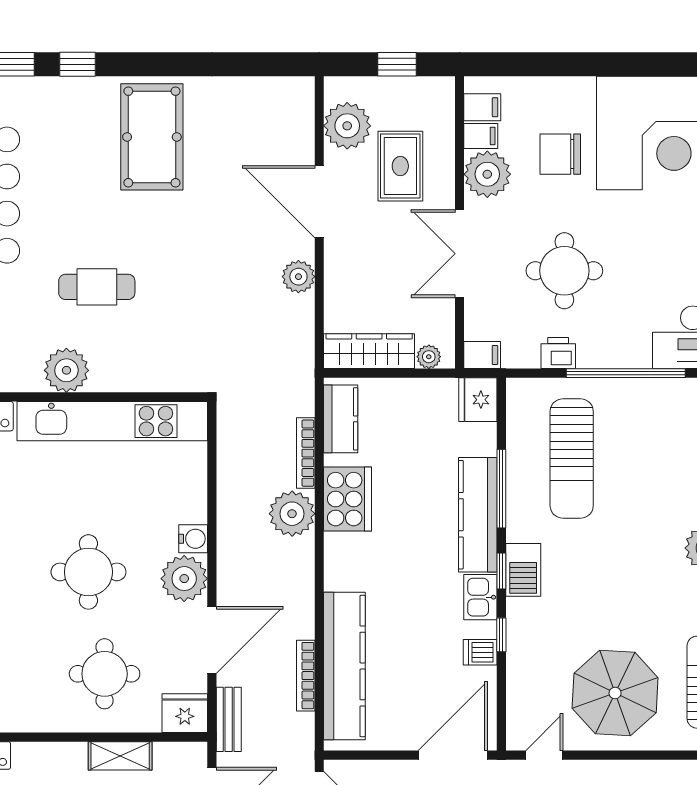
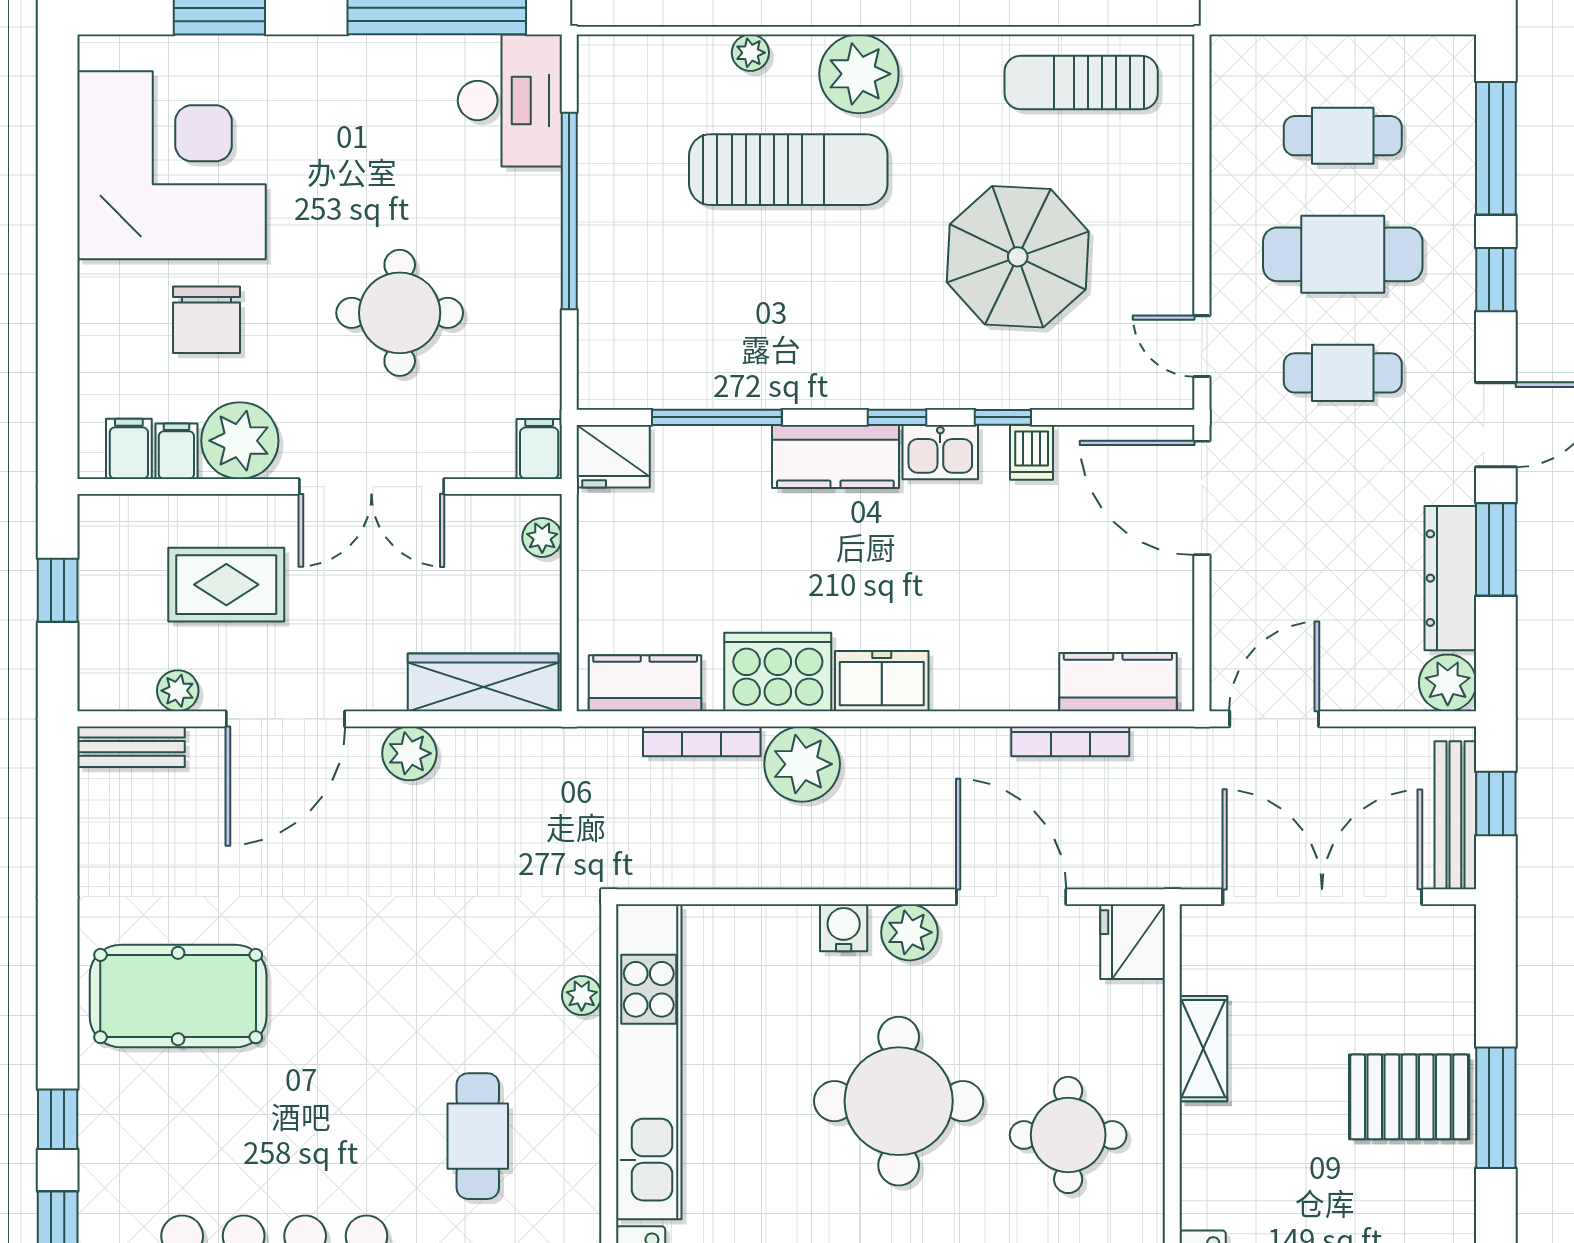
plant: (347, 126) -> (178, 691), width x0.53, depth x0.53
cafe table: (97, 287) -> (478, 1136), moved
wardrobe: (369, 351) -> (483, 682), moved, turned 90
printer: (558, 353) -> (536, 323), removed
plant: (66, 370) -> (582, 996), moved, width x0.53, depth x0.53
sun lounger: (572, 458) -> (788, 170), moved
window: (501, 489) -> (717, 417), moved
kitchen counter: (478, 515) -> (835, 456), width x0.67
freezer: (342, 562) -> (882, 681), added
barbecue: (523, 570) -> (895, 381), removed
round table: (88, 572) -> (899, 1101), width x1.36, depth x1.36
plant: (184, 579) -> (909, 932), width x0.73, depth x0.73
kitchen counter: (344, 666) -> (1118, 682), width x0.48, depth x0.86
round table: (105, 674) -> (1068, 1135), moved
parasol: (615, 693) -> (1018, 257), moved
bench: (229, 719) -> (131, 747), moved

